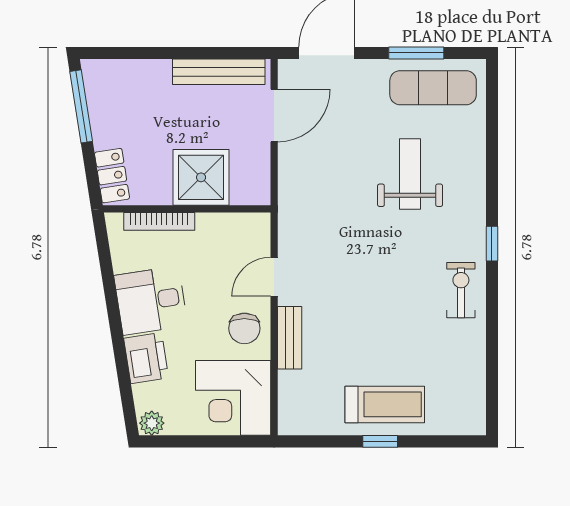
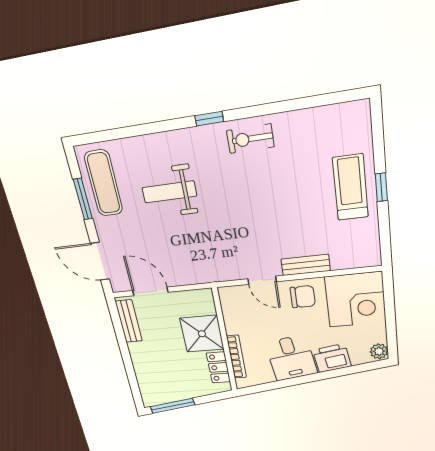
bench: (219, 72) -> (129, 321), width x0.73
locker: (112, 176) -> (218, 367), moved, turned -81

